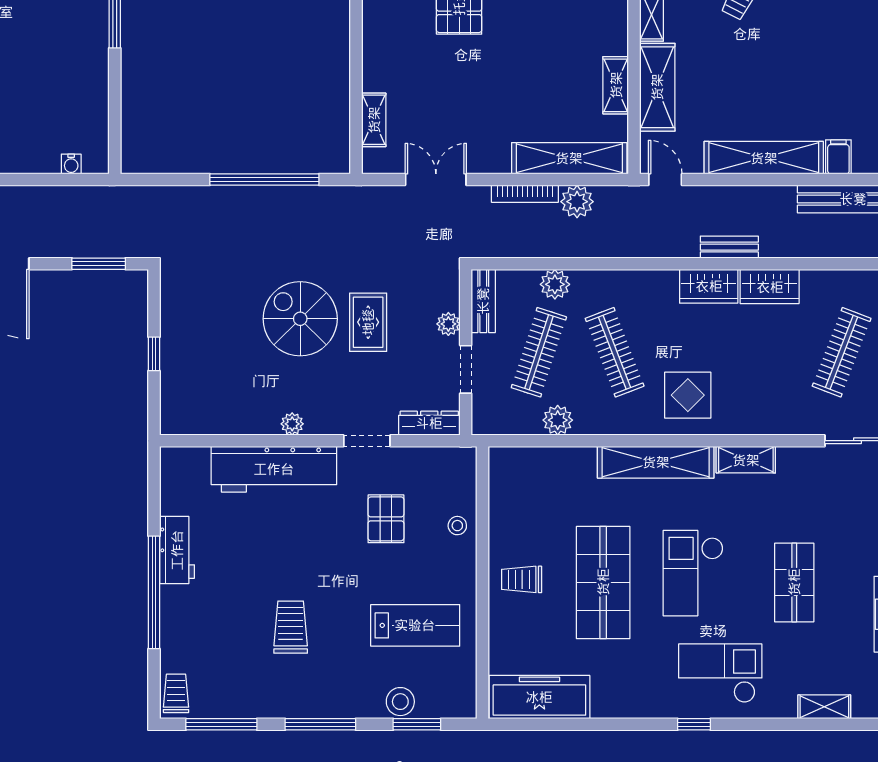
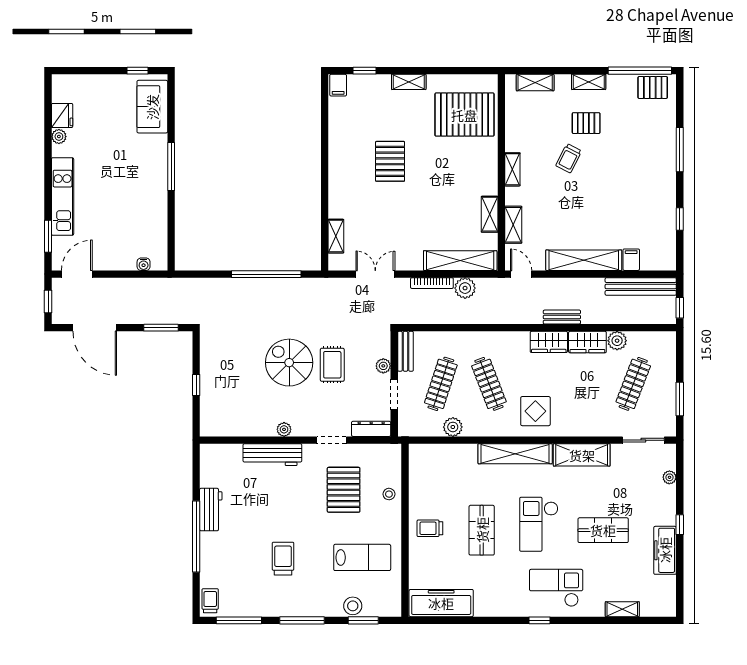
shelving: (657, 87) -> (513, 225), width x0.67, depth x0.75
plant: (555, 284) -> (617, 341), moved
shelving: (746, 460) -> (582, 455), width x1.50, depth x1.33
workbench: (274, 469) -> (272, 455), width x0.73, depth x0.76
pallet: (386, 519) -> (344, 490), width x1.50, depth x1.42
shop shelf: (603, 582) -> (482, 530), width x0.70, depth x0.74
shop shelf: (794, 582) -> (603, 530), turned 90

